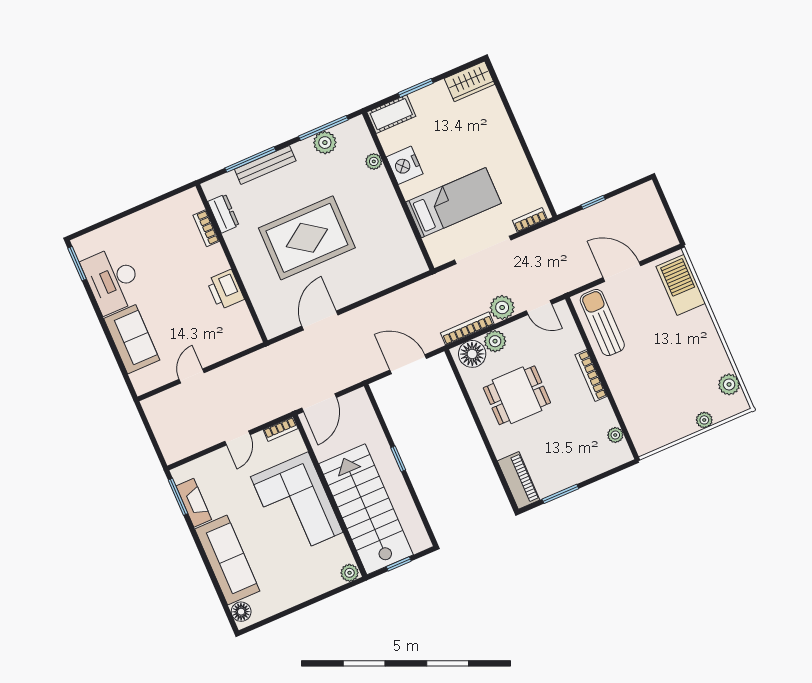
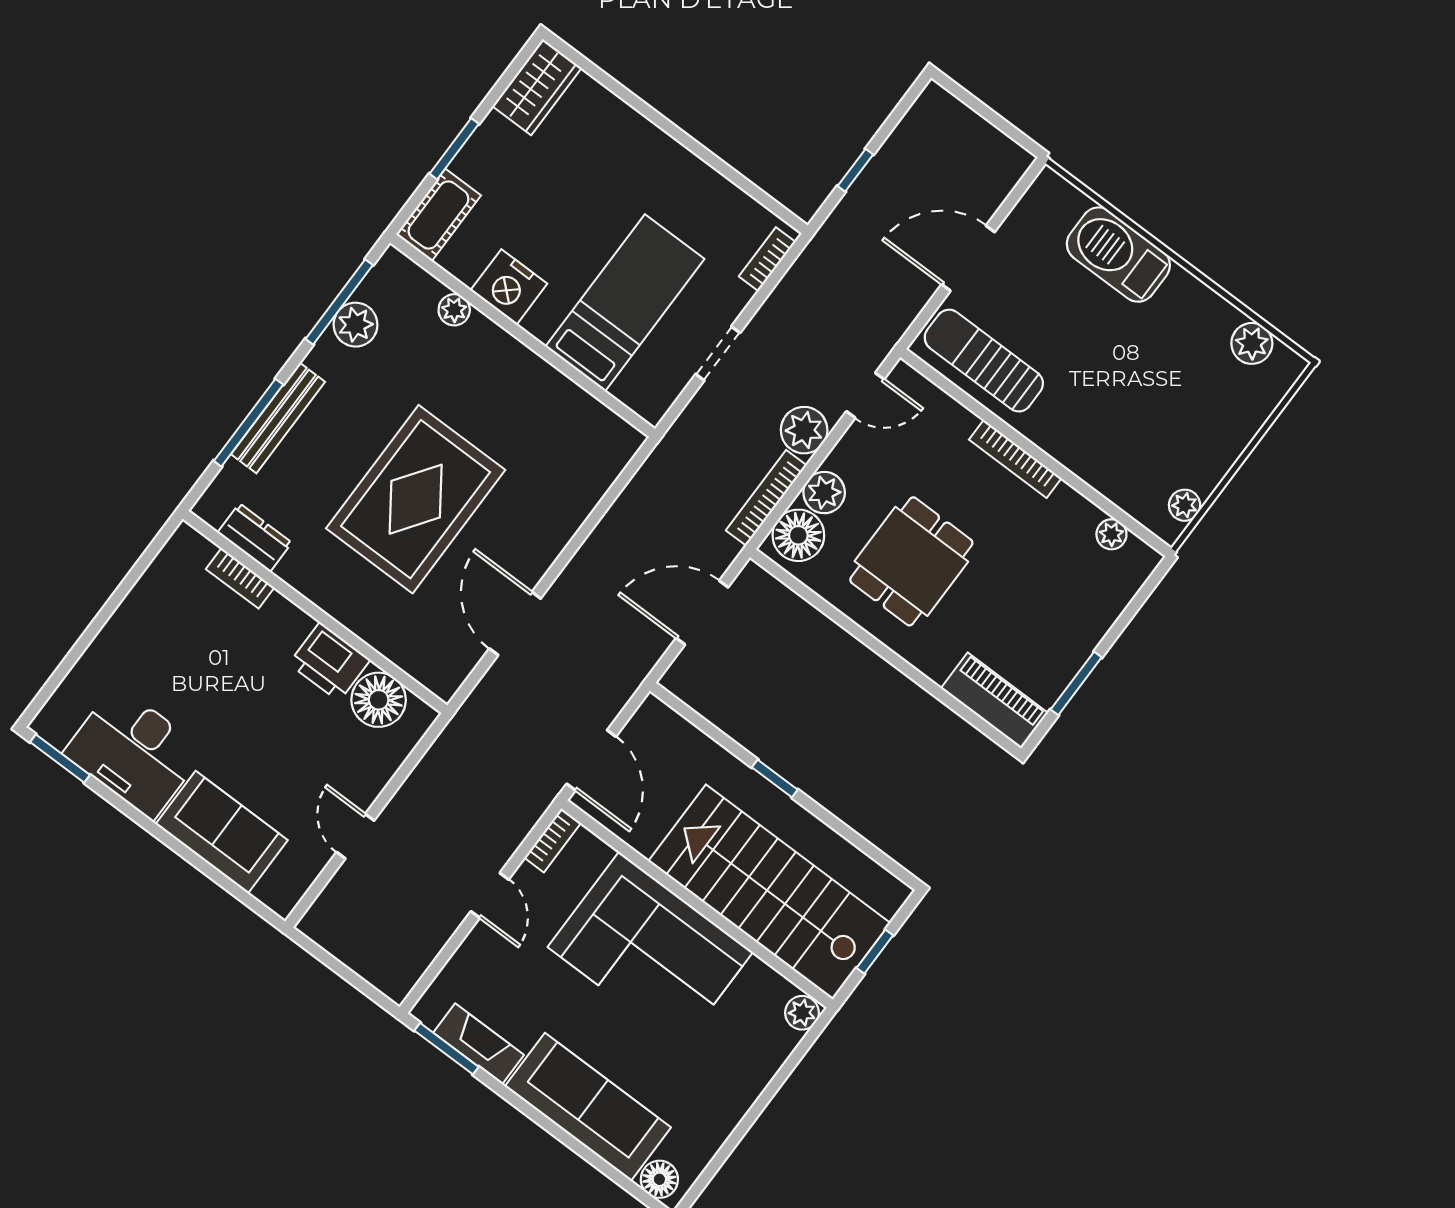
doorway: (483, 250) -> (718, 353), width x0.53
barbecue: (681, 285) -> (1118, 255), moved
floor lamp: (238, 320) -> (379, 700), added
plant: (704, 420) -> (1185, 505), moved

